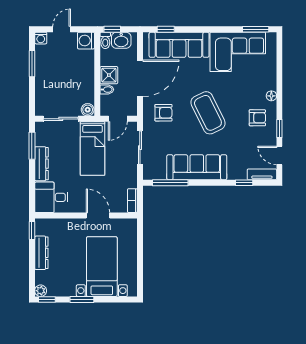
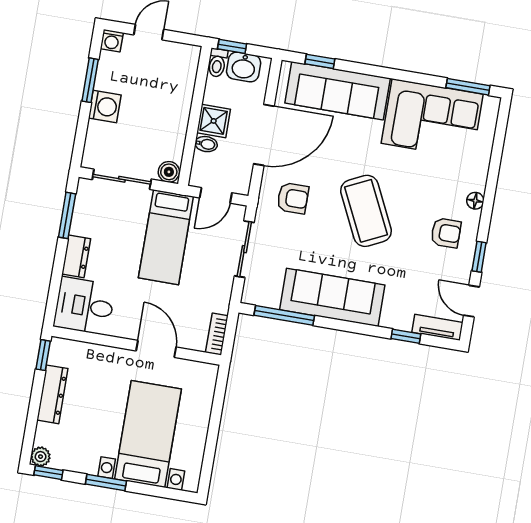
washing machine: (86, 41) -> (105, 106), moved, turned 180
dresser: (41, 164) -> (76, 256), width x0.70

